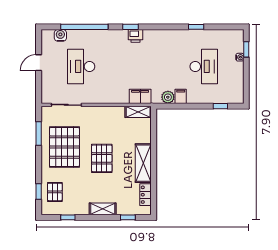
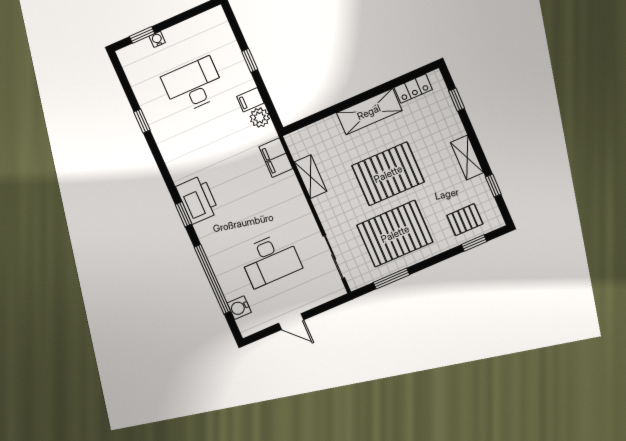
printer: (136, 36) -> (197, 200), width x1.87, depth x1.48
window: (220, 106) -> (250, 60), moved
shelving: (138, 112) -> (311, 177), moved
pallet: (102, 158) -> (388, 174), width x1.37, depth x1.41
shelving: (103, 209) -> (467, 158), moved

